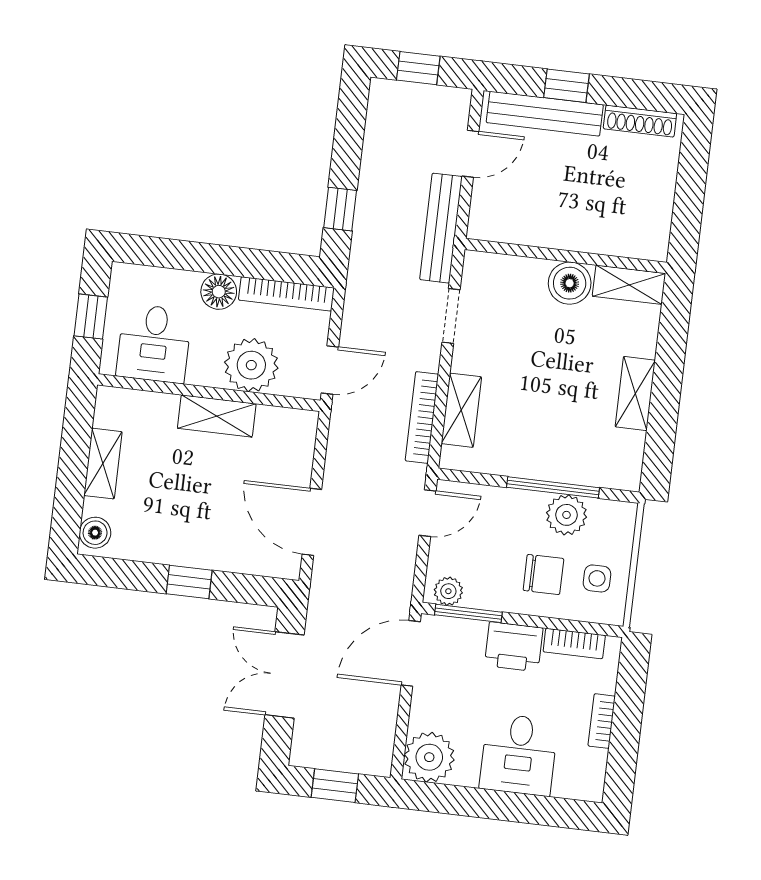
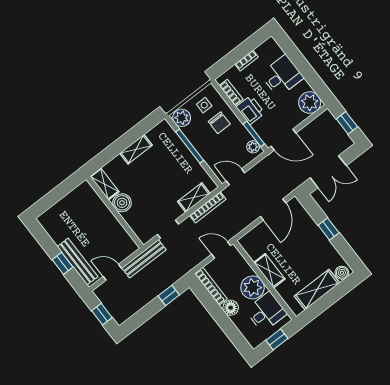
shoe rack: (640, 121) -> (51, 230), removed
plant: (251, 365) -> (253, 287), moved
shelving: (103, 464) -> (317, 289), width x1.50, depth x1.33
plant: (566, 515) -> (182, 118), moved
chair: (543, 574) -> (219, 123), turned 180

